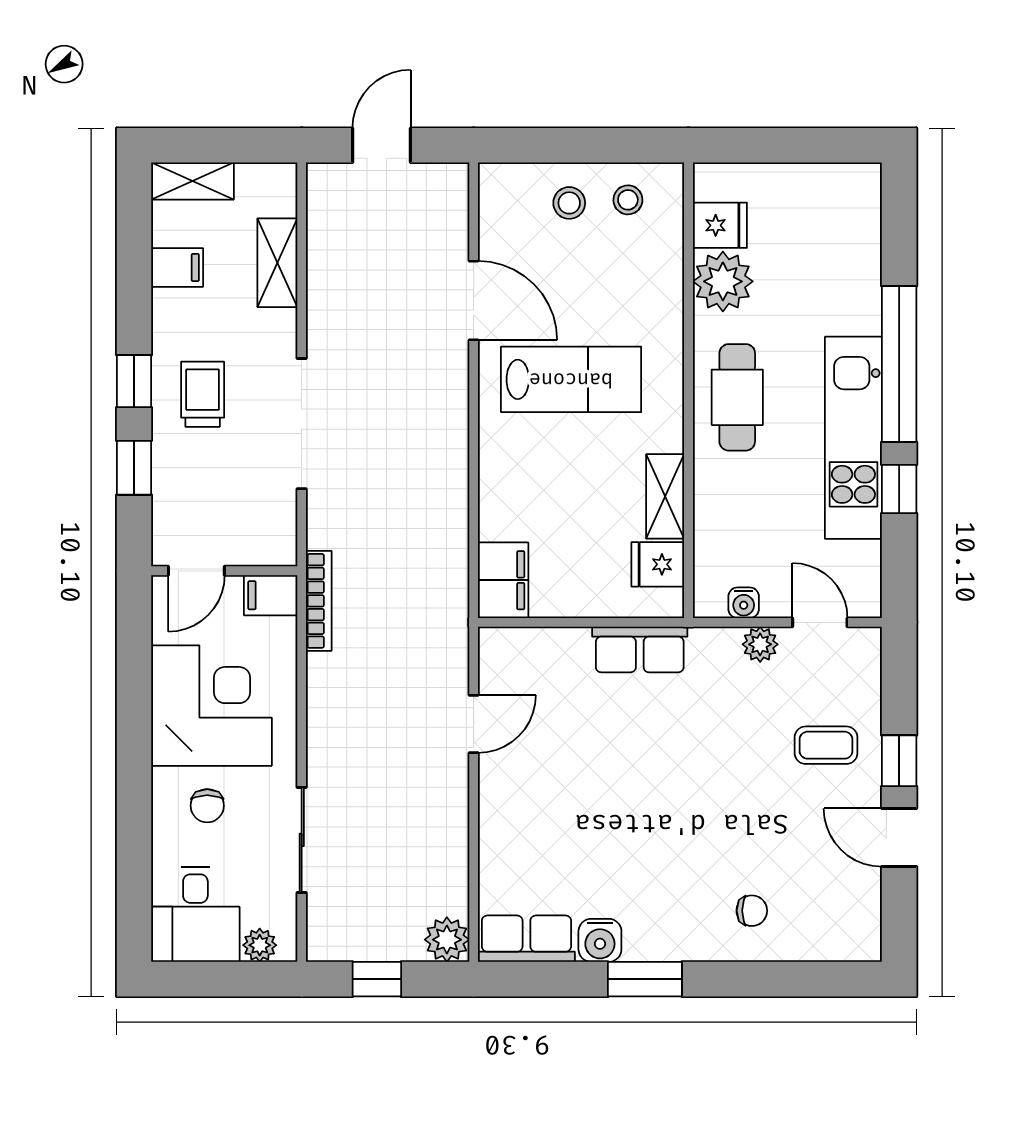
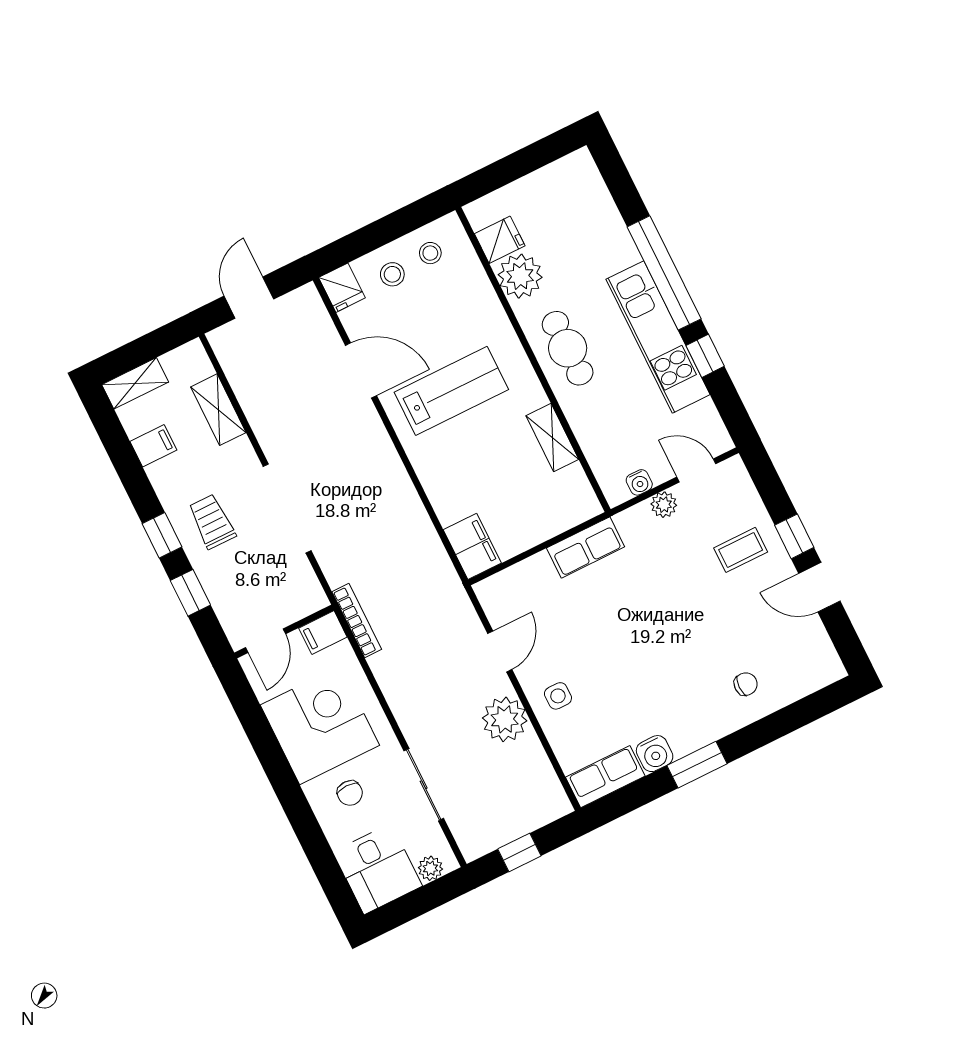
fridge: (658, 564) -> (342, 288), moved, turned -90
side table: (517, 813) -> (558, 696), added
plant: (447, 940) -> (505, 719), moved, width x1.36, depth x1.36

